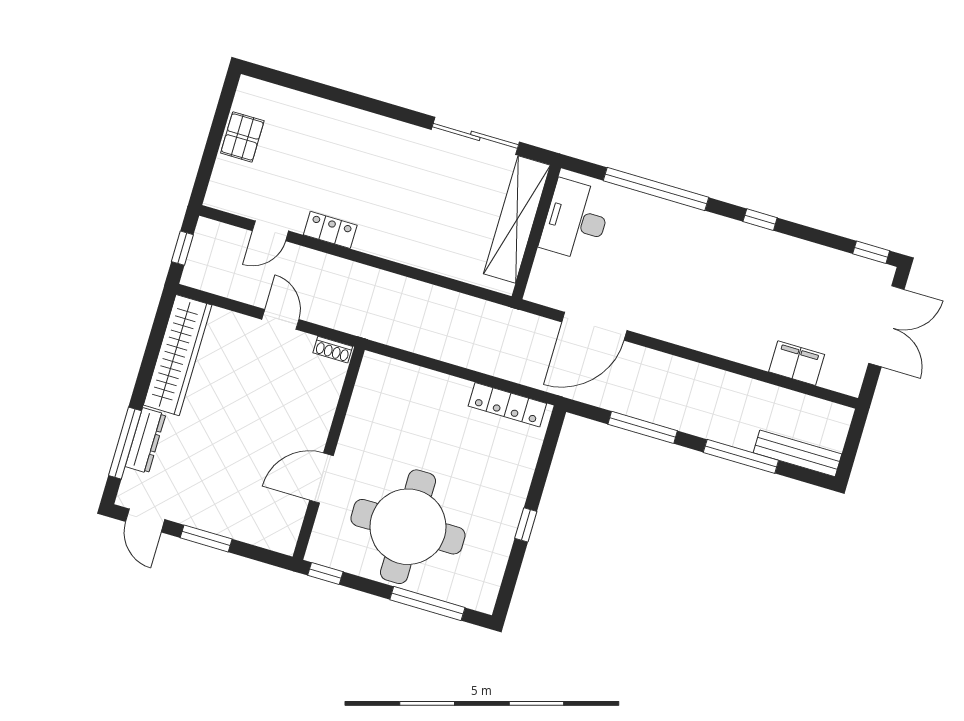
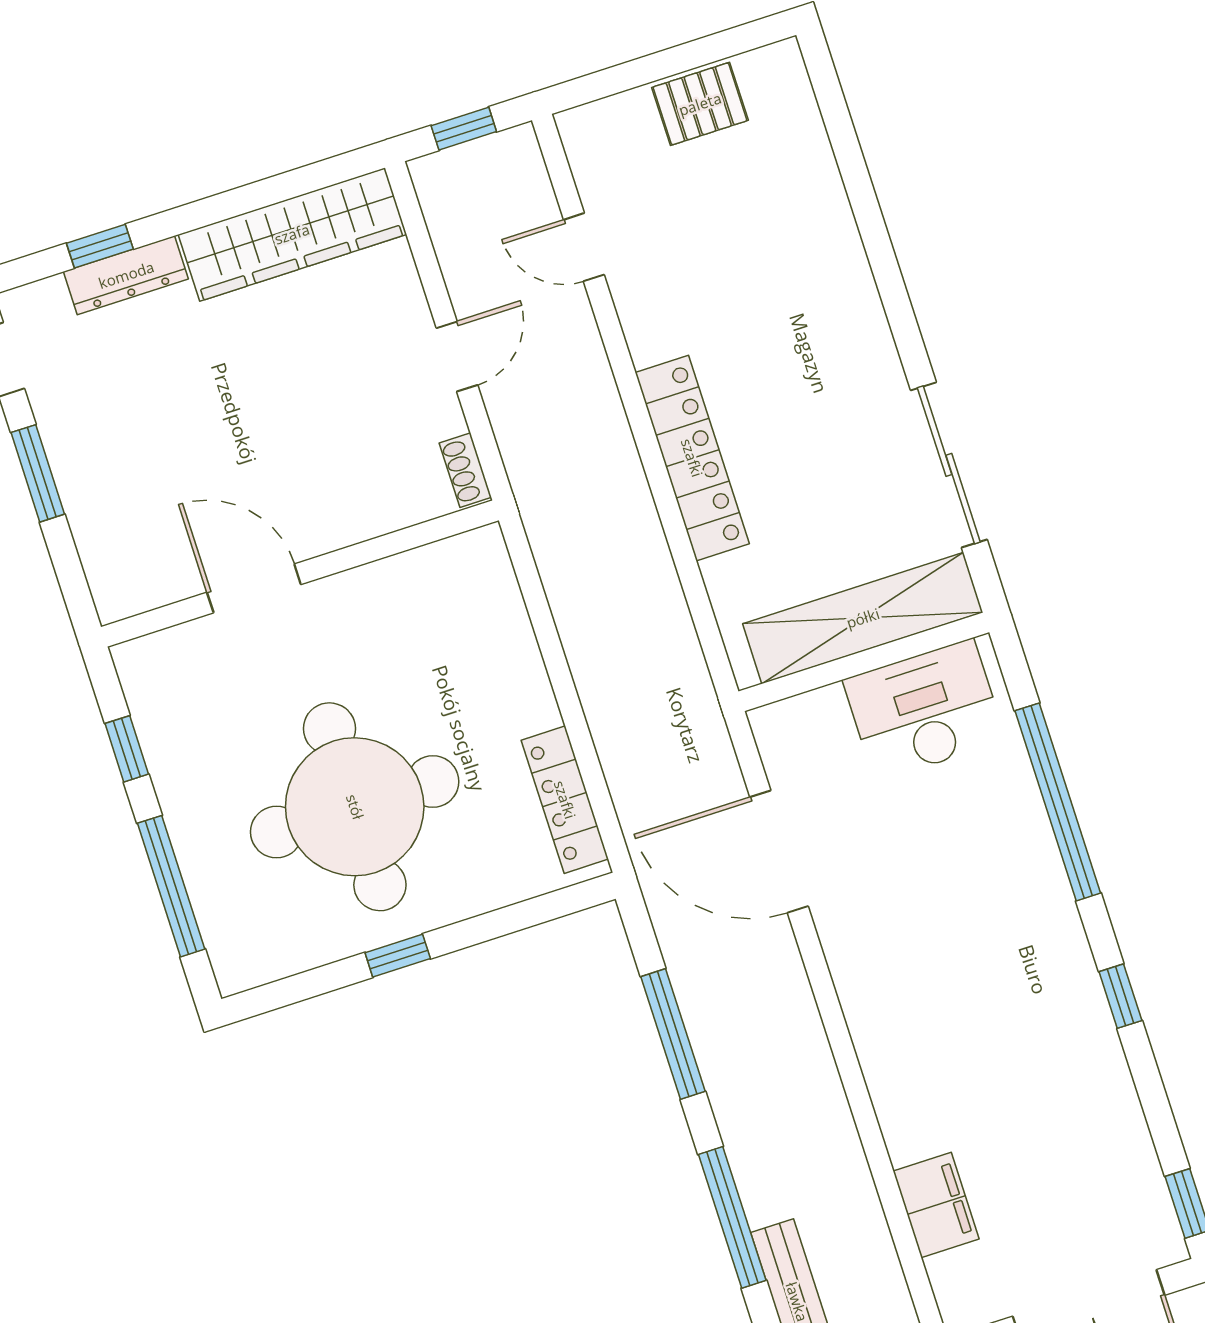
locker: (330, 230) -> (692, 458), moved, width x2.16, depth x1.21
window: (125, 443) -> (100, 246), width x0.46
round table: (408, 527) -> (355, 807), moved
window: (325, 574) -> (127, 749), moved

